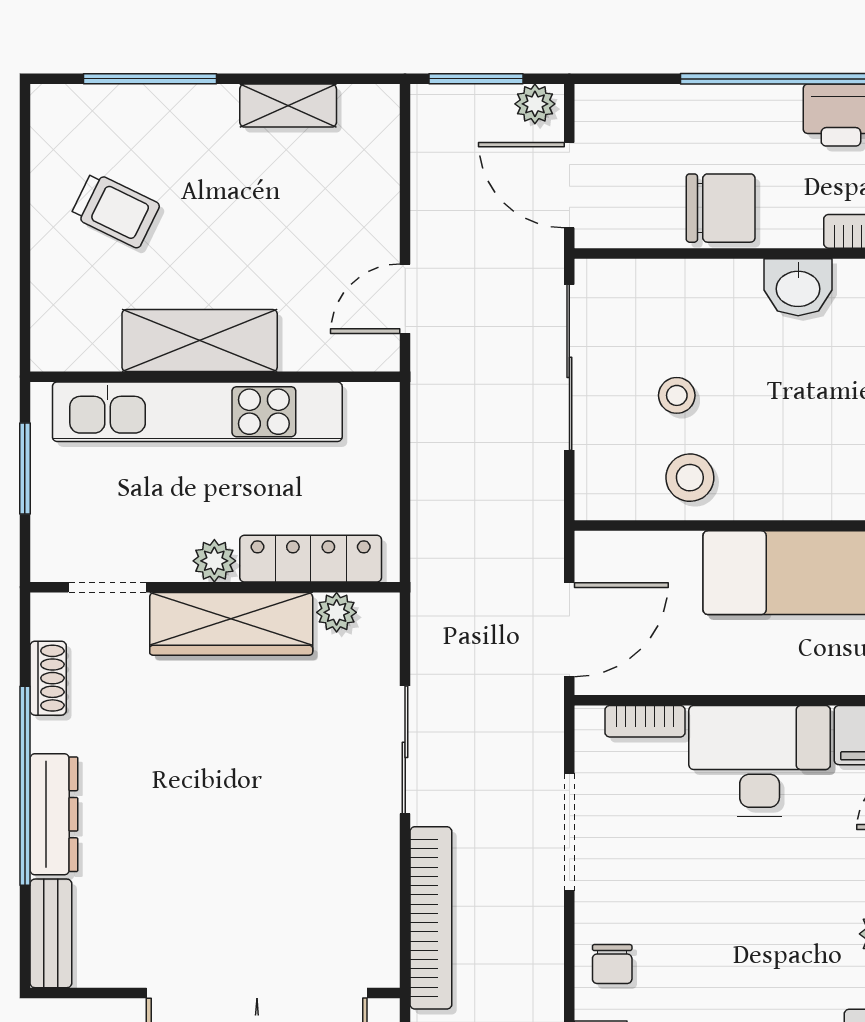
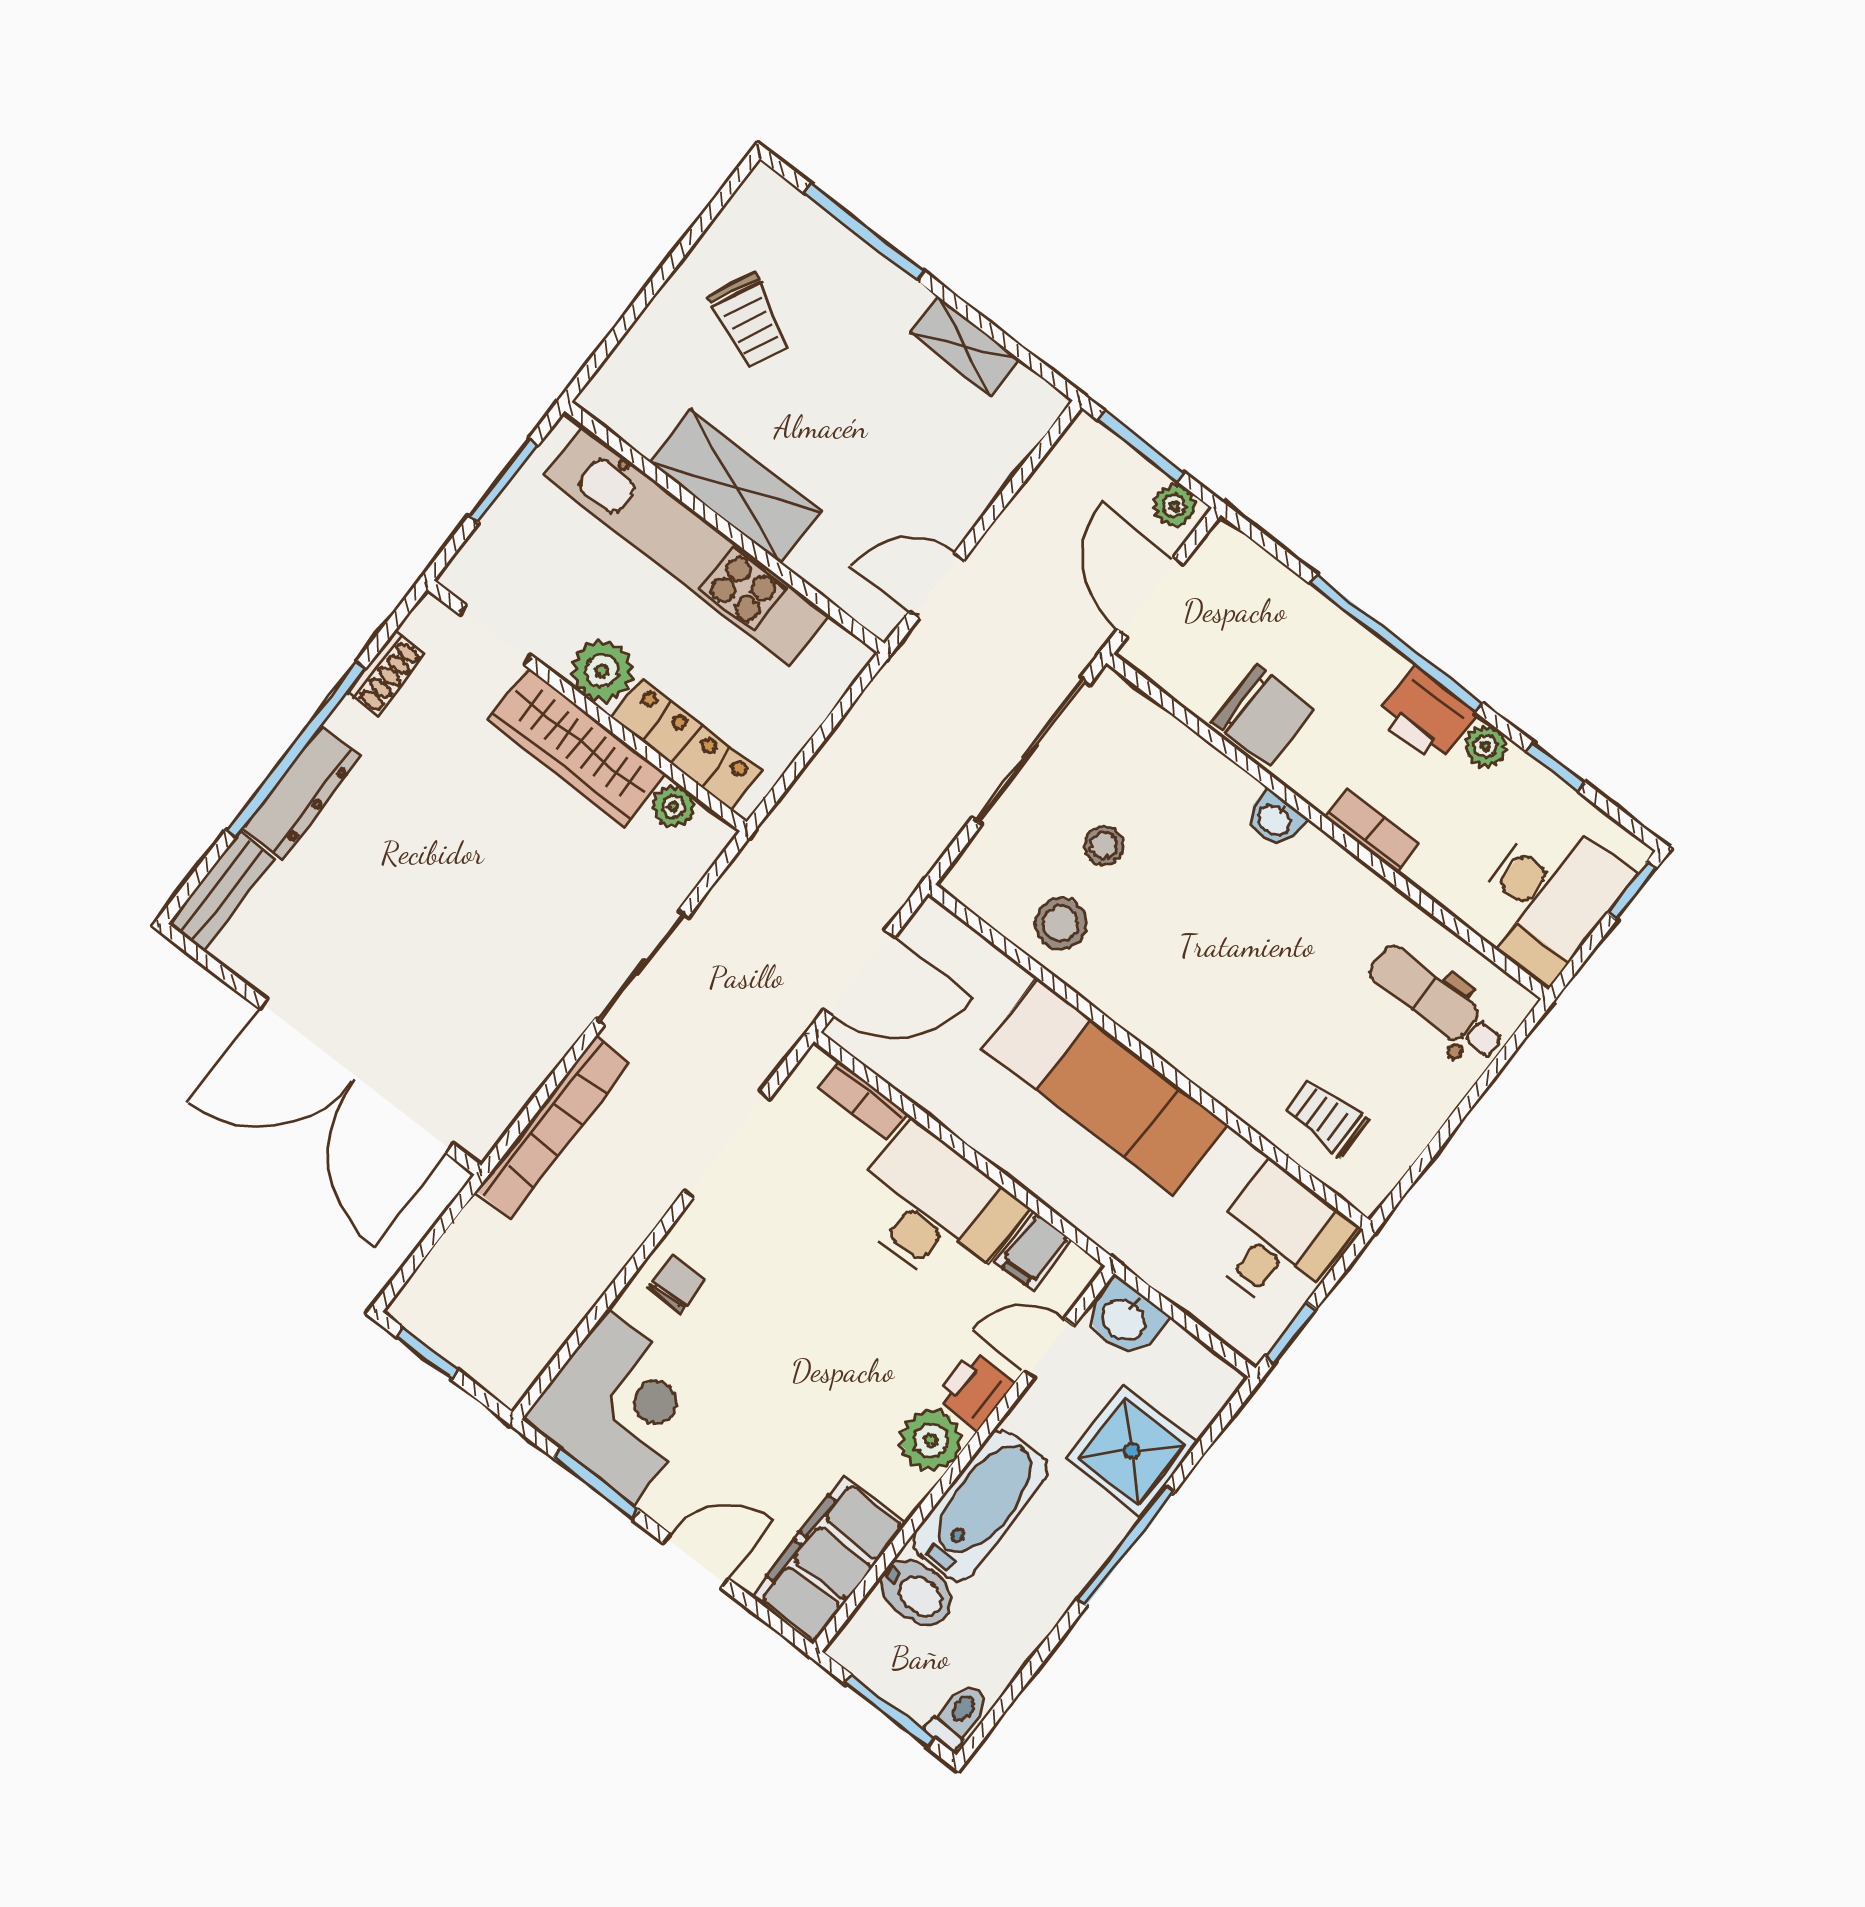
washbasin: (798, 287) -> (1275, 819), width x0.72, depth x0.69
plant: (214, 561) -> (602, 671), width x1.38, depth x1.38
chair: (612, 964) -> (676, 1285), turned 180

